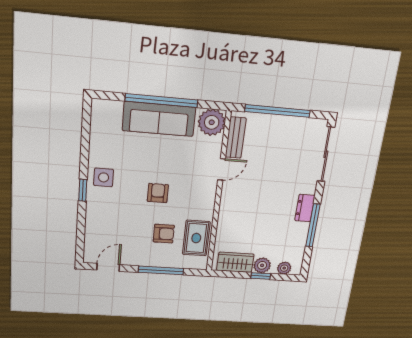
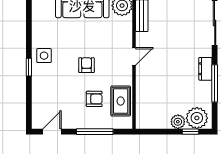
door: (222, 169) -> (134, 56), moved
wardrobe: (235, 262) -> (155, 120), removed
plant: (284, 268) -> (197, 118), width x1.87, depth x1.87
window: (261, 276) -> (190, 132), moved

